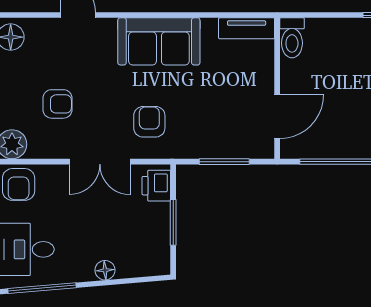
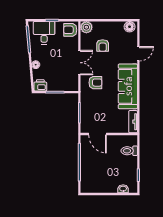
toilet: (292, 38) -> (129, 151), moved
sofa: (159, 41) -> (128, 86), width x1.36
double door: (100, 162) -> (79, 63), swing flipped
printer: (156, 186) -> (40, 85), moved

